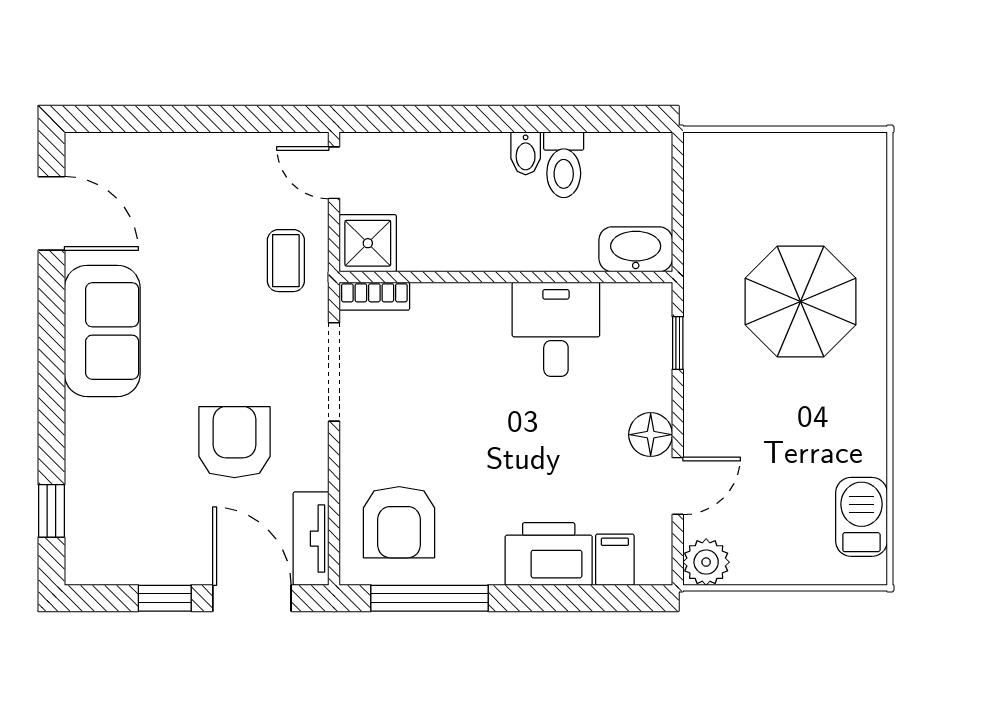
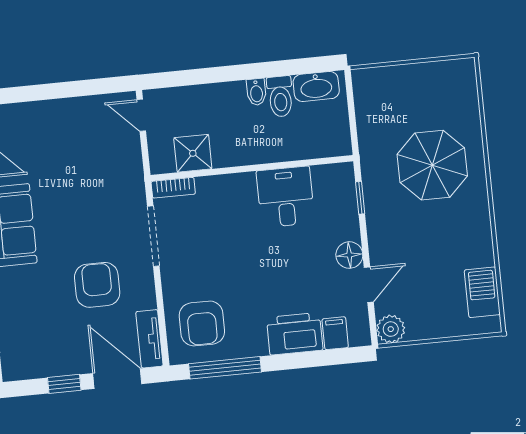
shower: (368, 243) -> (193, 153), moved
washbasin: (636, 249) -> (316, 86), moved, turned 180
coffee table: (286, 261) -> (117, 172), removed

